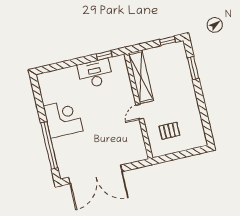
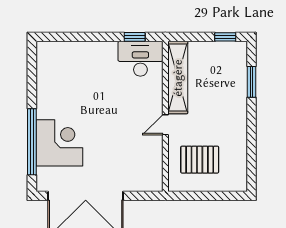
desk: (95, 74) -> (140, 59), moved
corner desk: (63, 118) -> (59, 143), moved
pallet: (169, 131) -> (200, 160), width x1.50, depth x1.42

